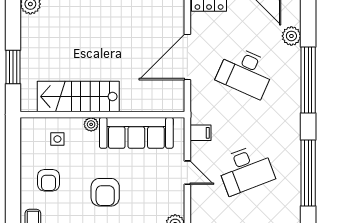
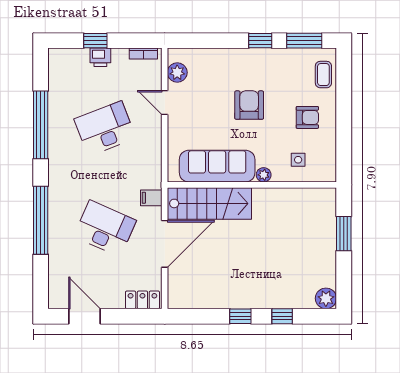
plant: (291, 36) -> (58, 266), removed
stairs: (78, 96) -> (209, 203), moved
filing cabinet: (200, 133) -> (151, 198), moved
door: (187, 173) -> (165, 103), moved
armchair: (49, 180) -> (307, 117), turned 90

